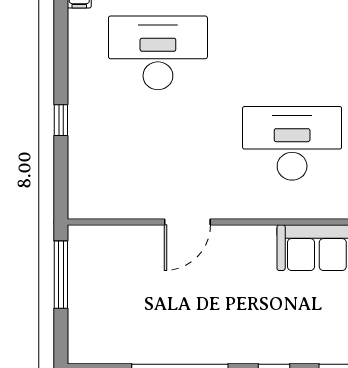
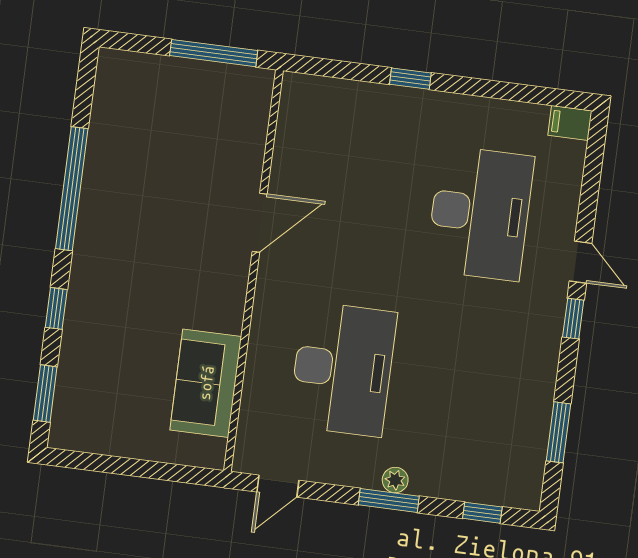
door: (187, 222) -> (260, 223), swing flipped

